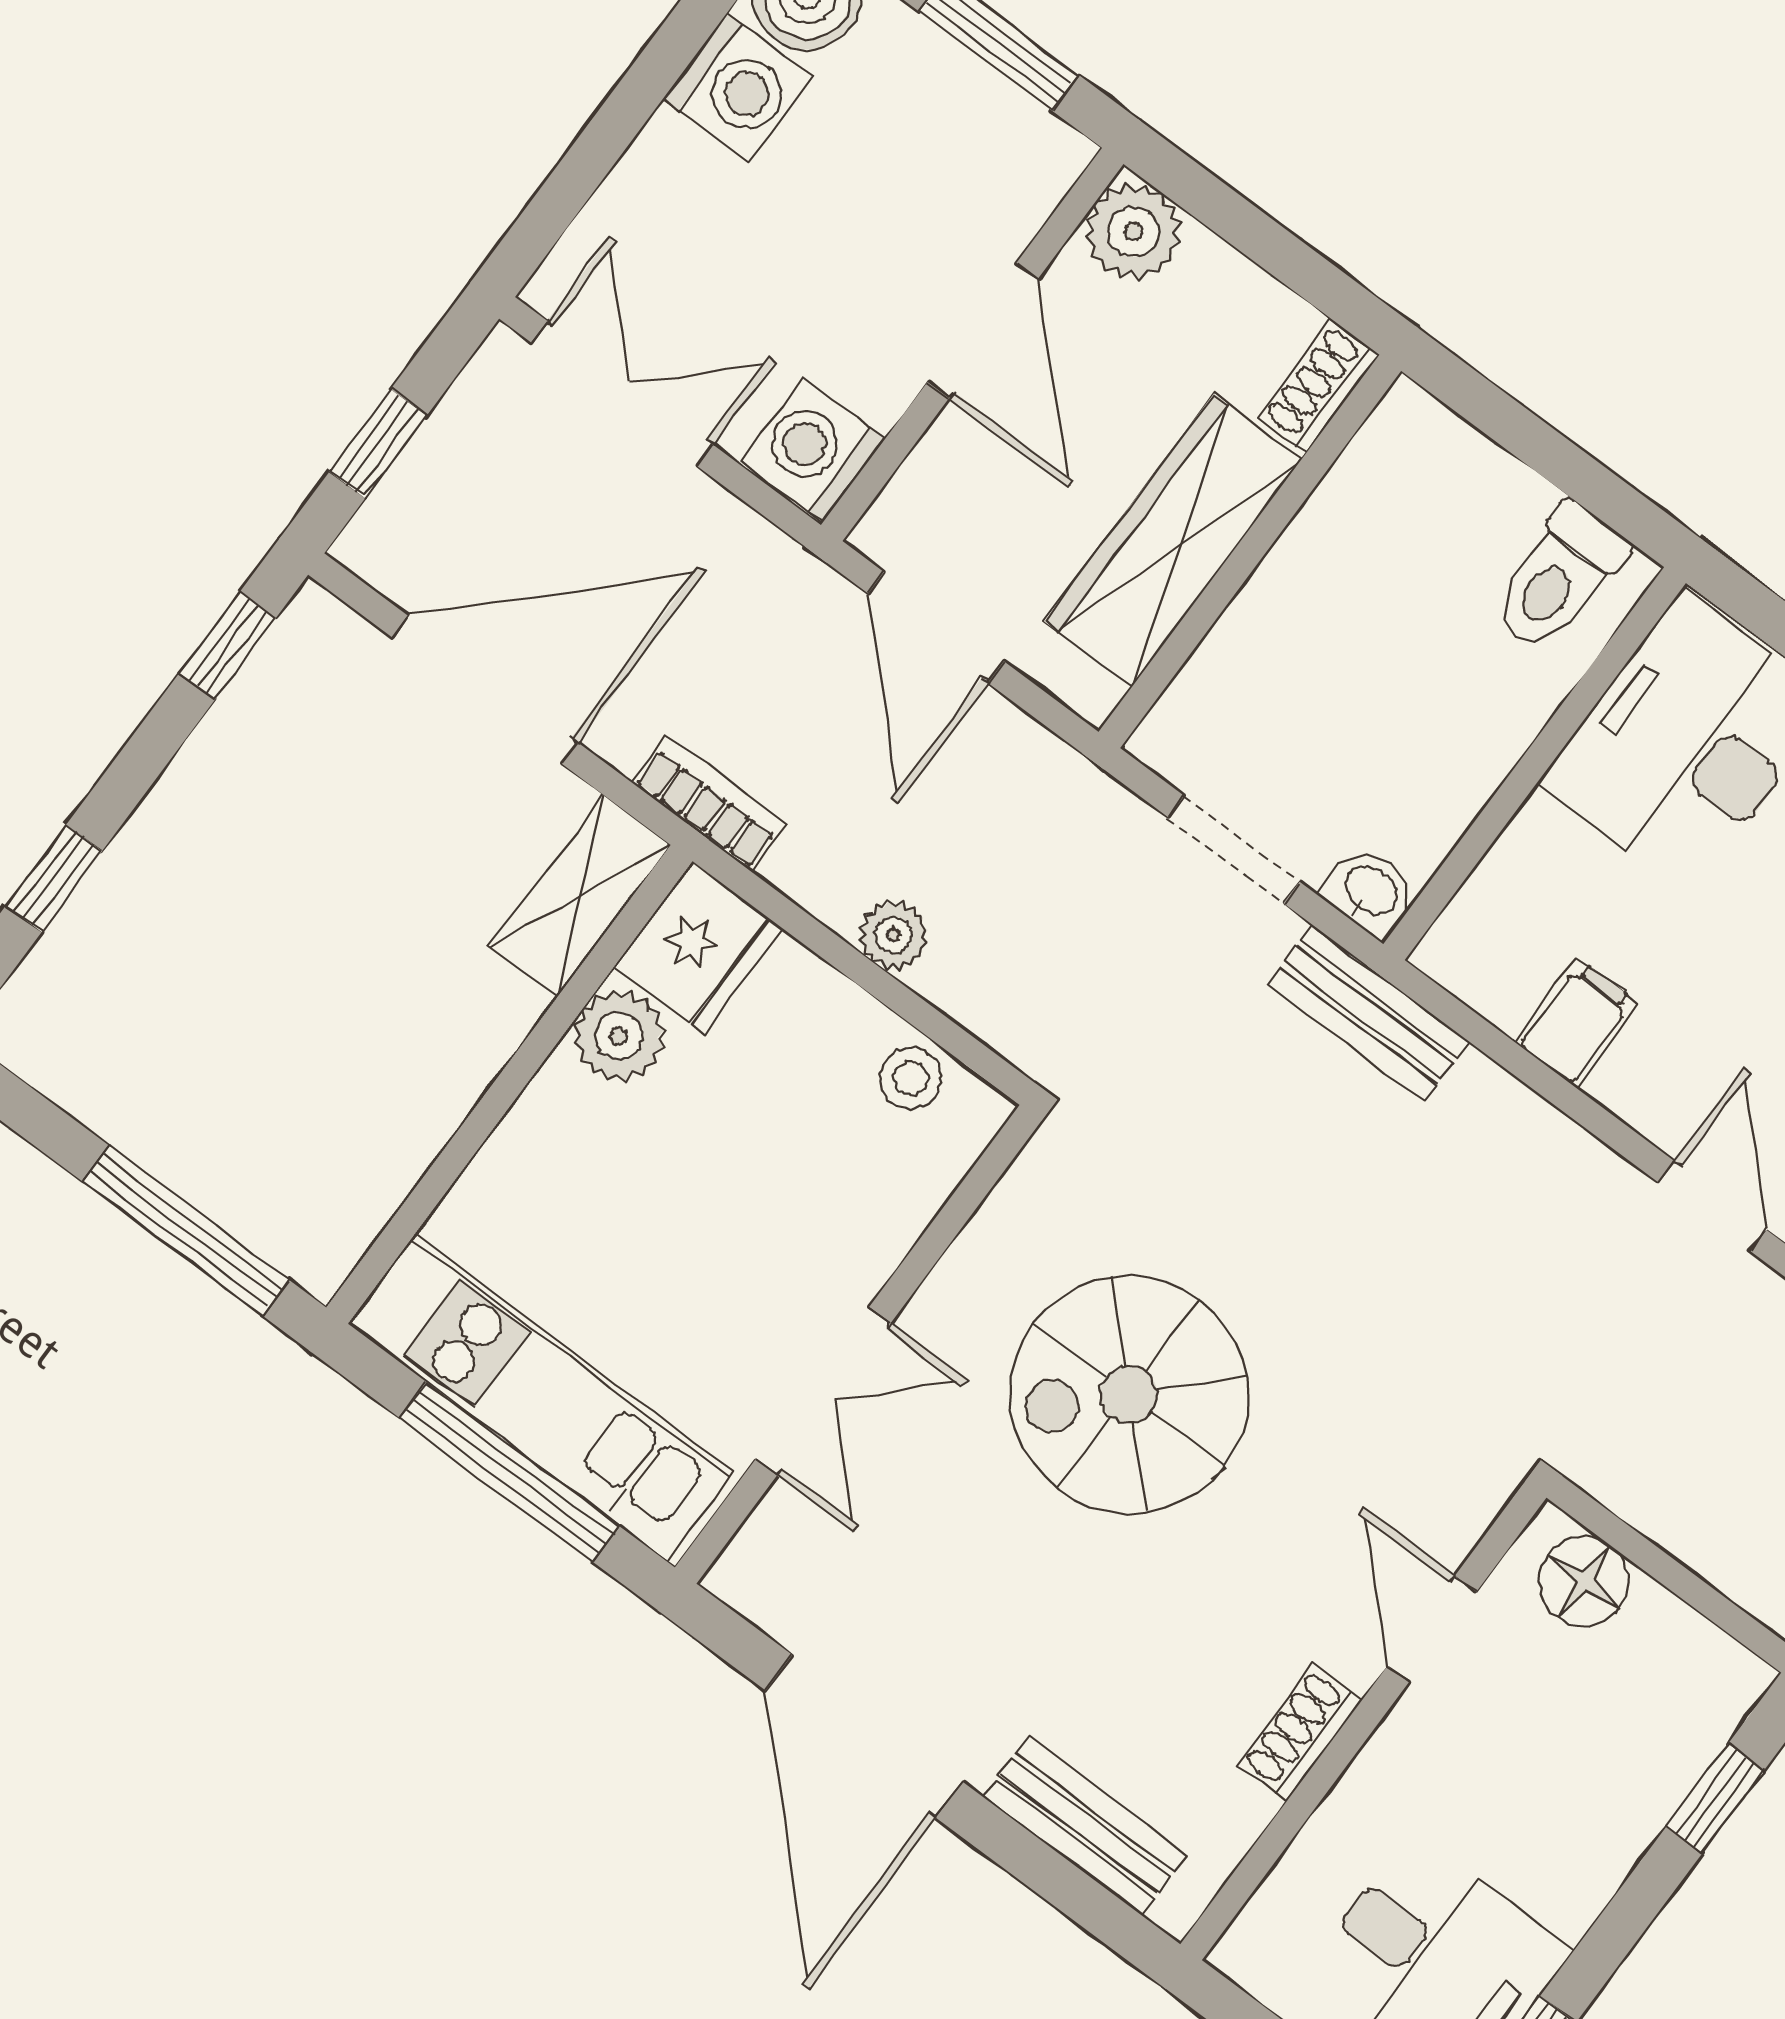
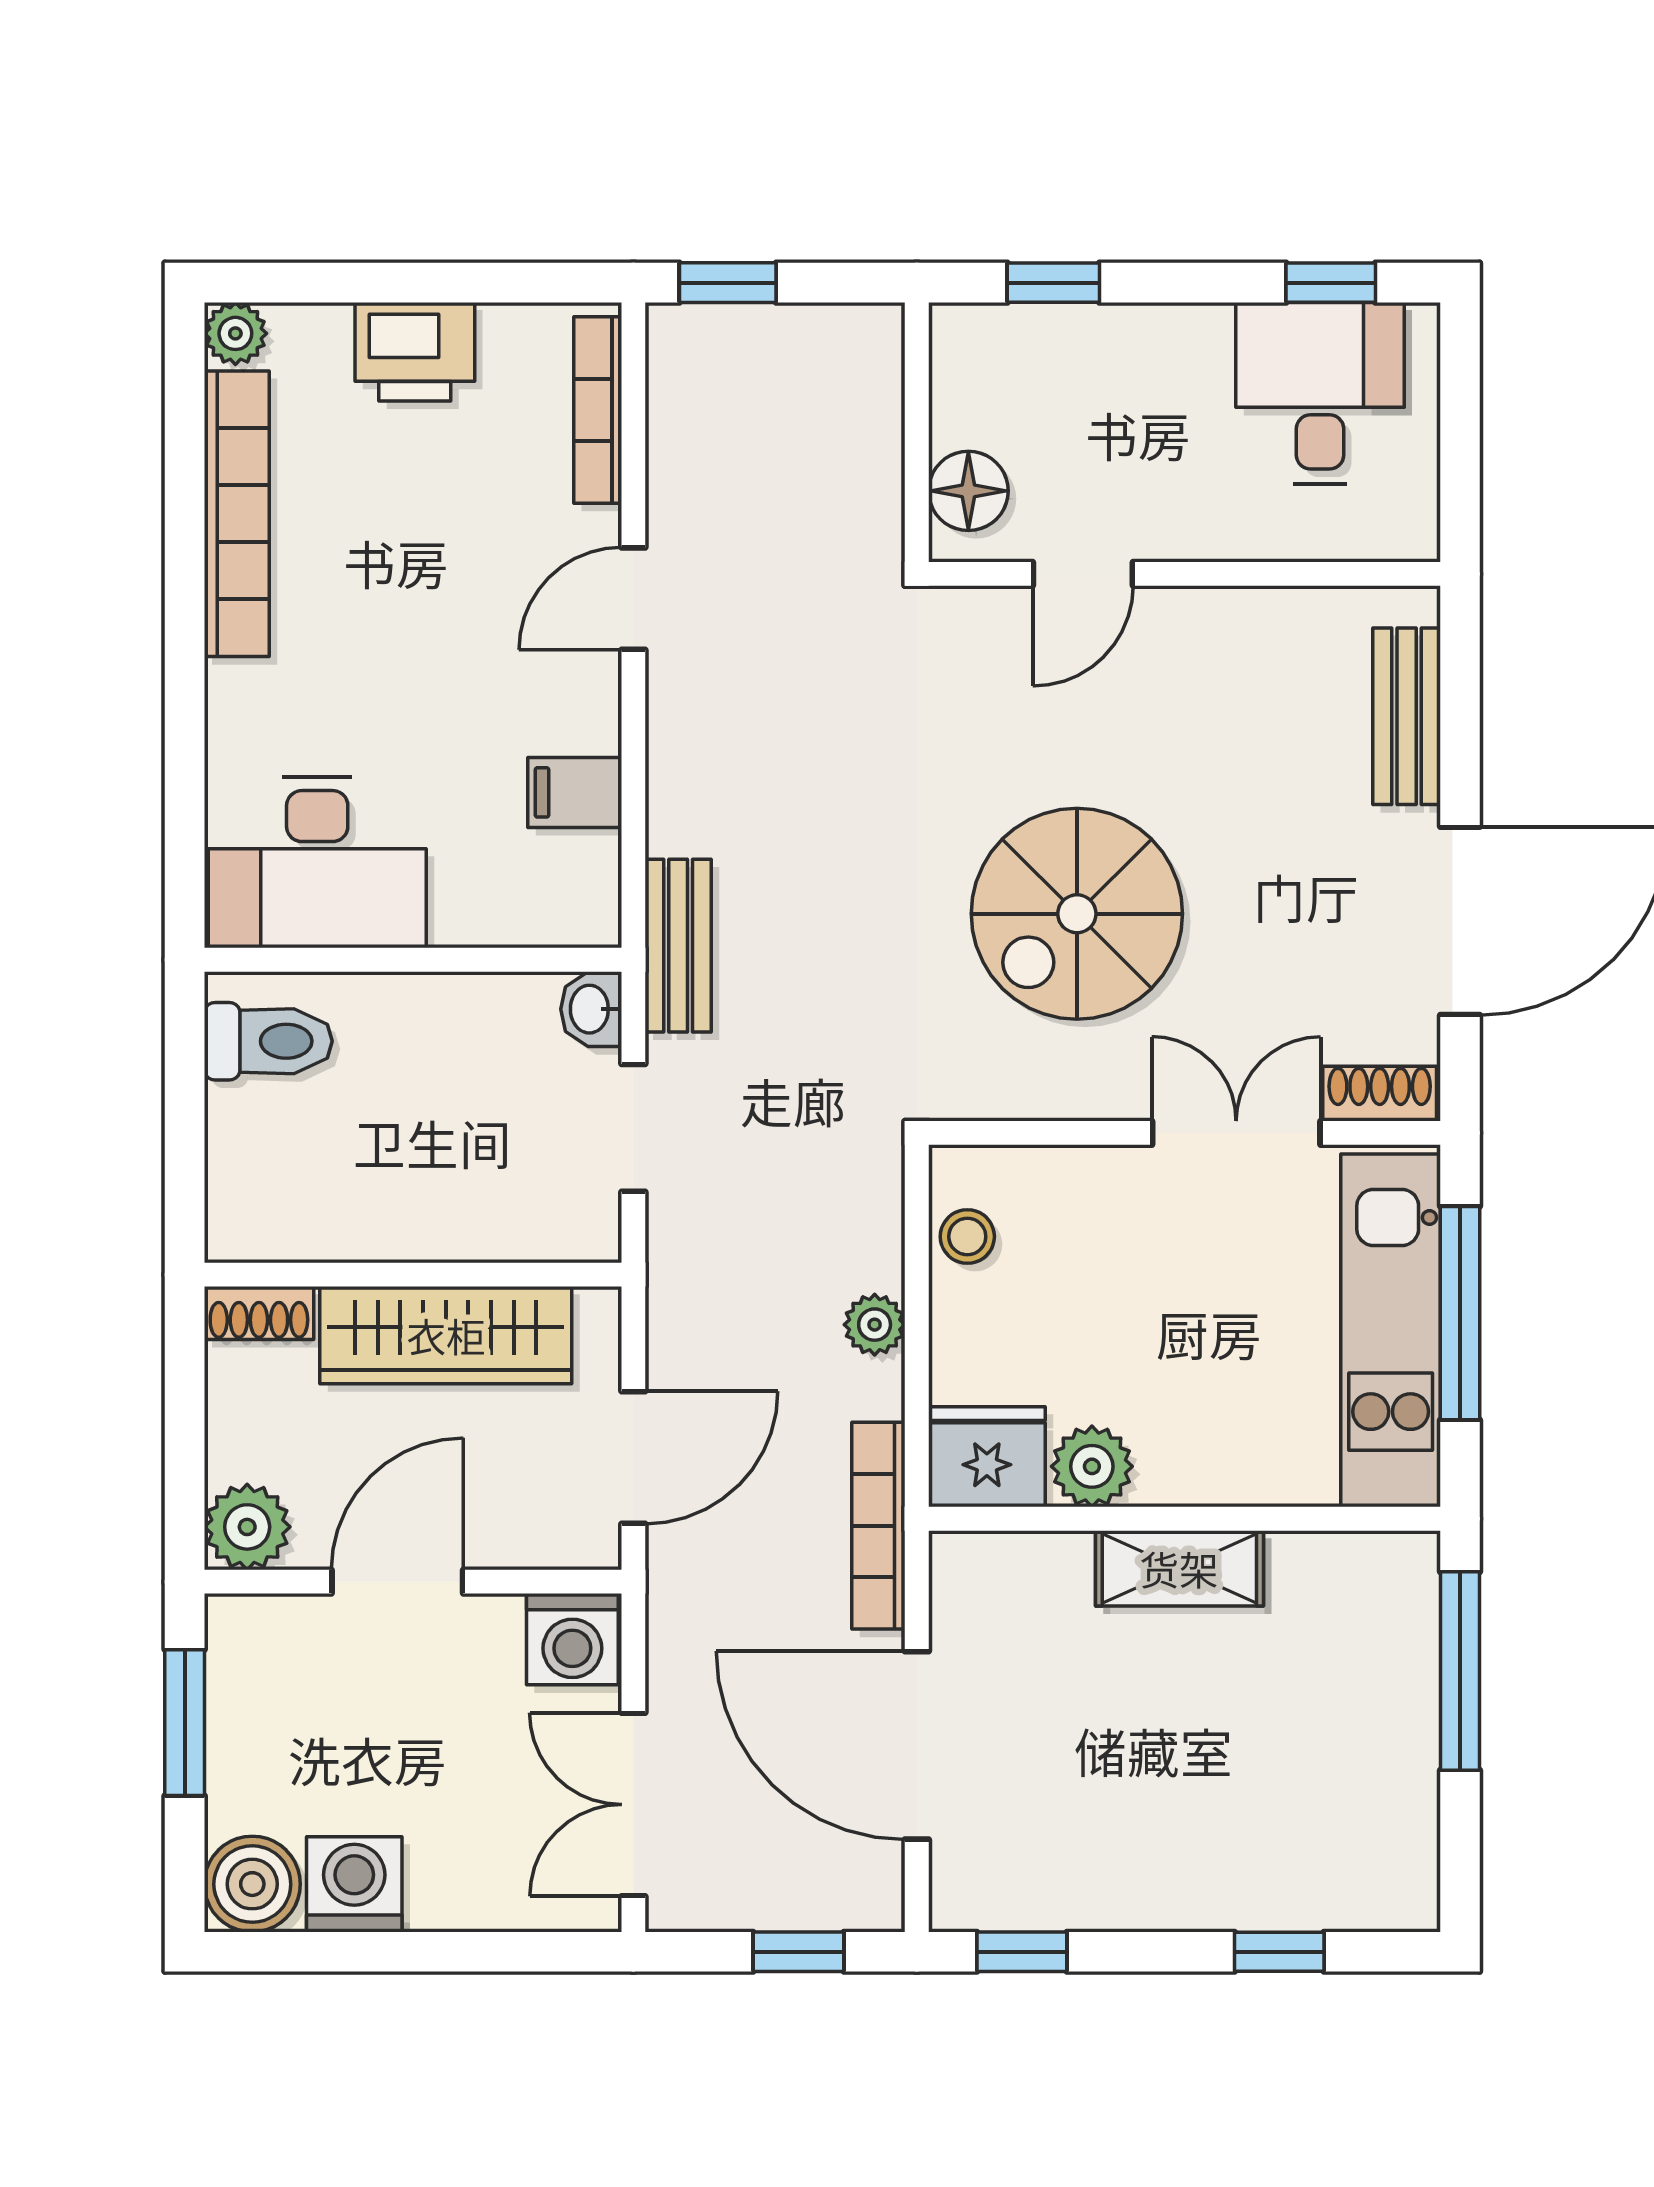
bookcase: (709, 803) -> (878, 1526), width x1.56
shelving: (580, 896) -> (1179, 1568), moved
spiral stairs: (1129, 1395) -> (1077, 914), turned 90
shoe rack: (1300, 1732) -> (1380, 1094), moved, turned 180

